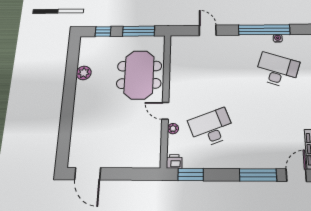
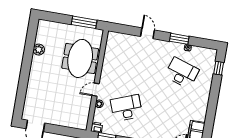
door: (208, 30) -> (147, 33), moved
window: (264, 30) -> (179, 39), width x0.47
window: (103, 32) -> (57, 18), removed
door: (165, 111) -> (96, 90), hinge flipped

